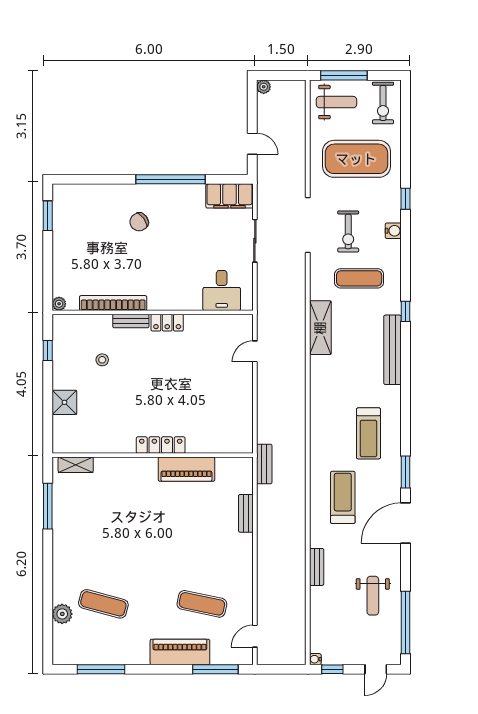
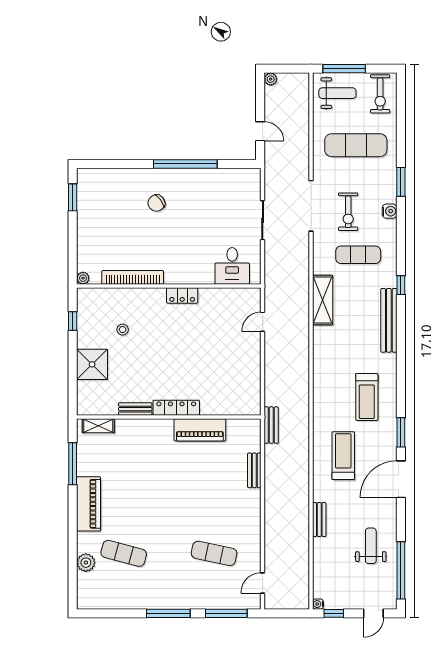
exercise mat: (356, 159) -> (356, 145), width x0.68
filing cabinet: (230, 196) -> (239, 179), removed
window: (406, 199) -> (401, 182), width x1.50
bench: (131, 321) -> (135, 409), moved
shower: (64, 402) -> (92, 364), width x1.36, depth x1.36
weight bench: (373, 596) -> (371, 546), turned 180
piano: (180, 652) -> (89, 504), moved, turned 90
window: (101, 669) -> (168, 613), moved

